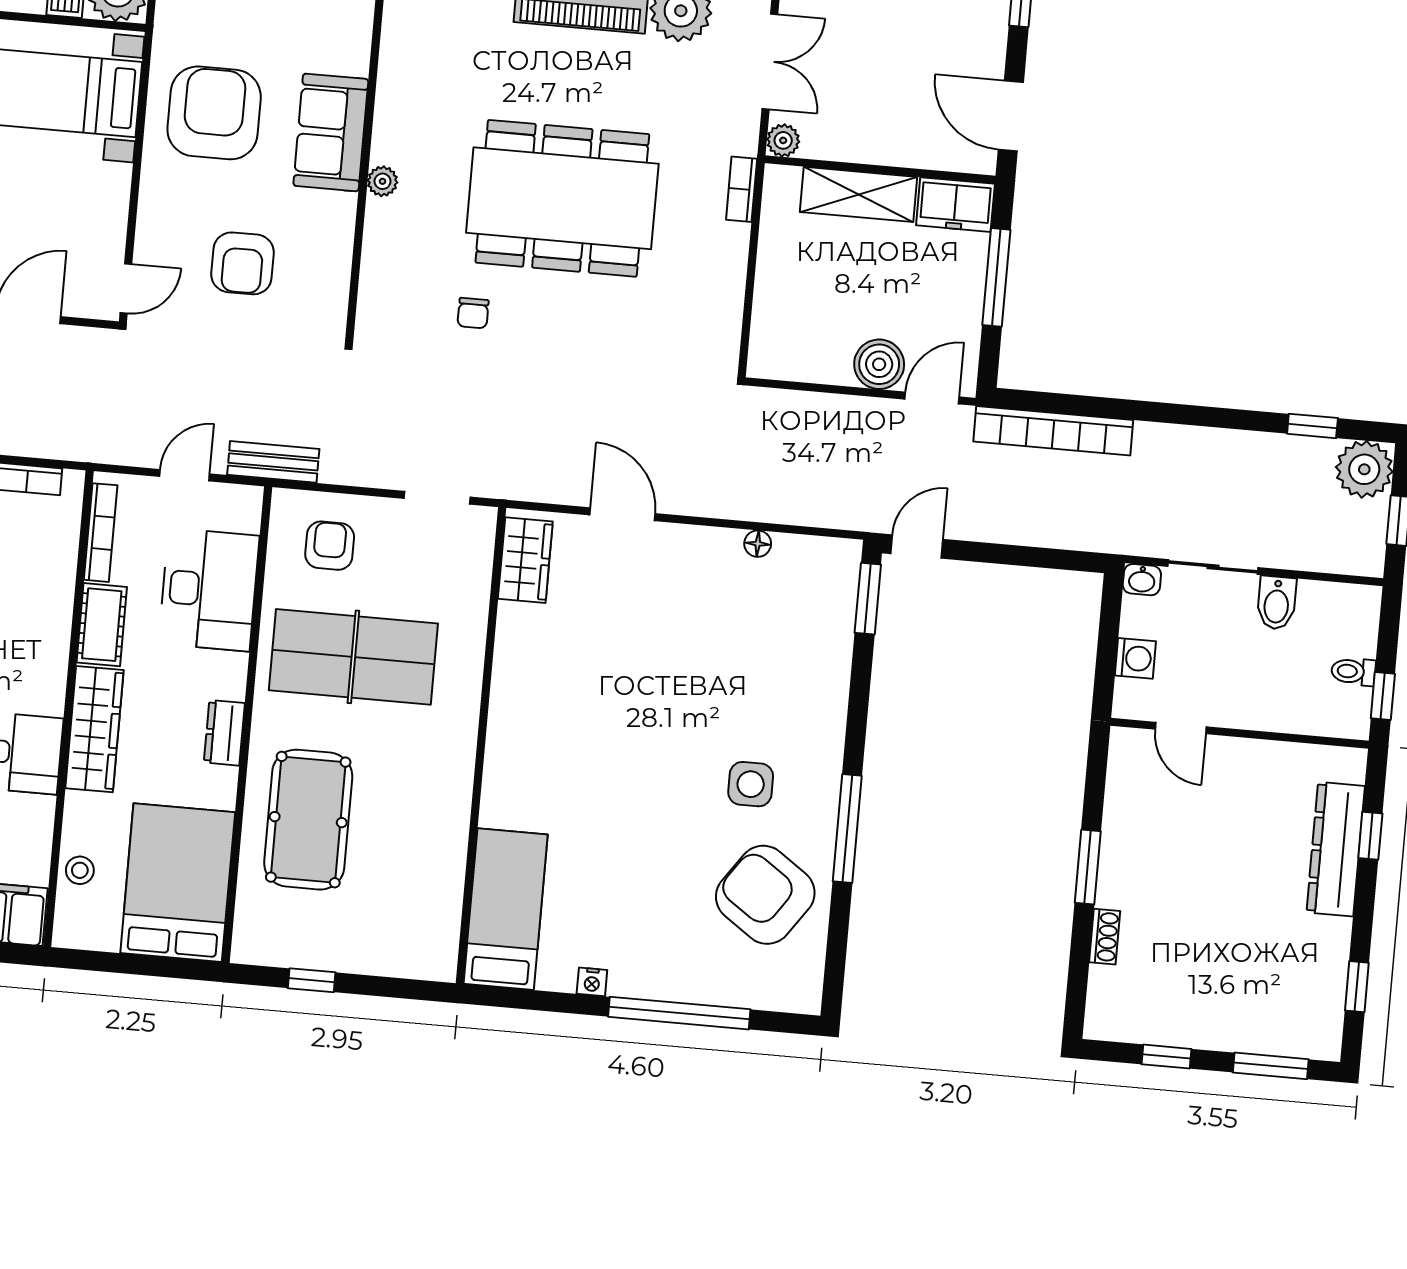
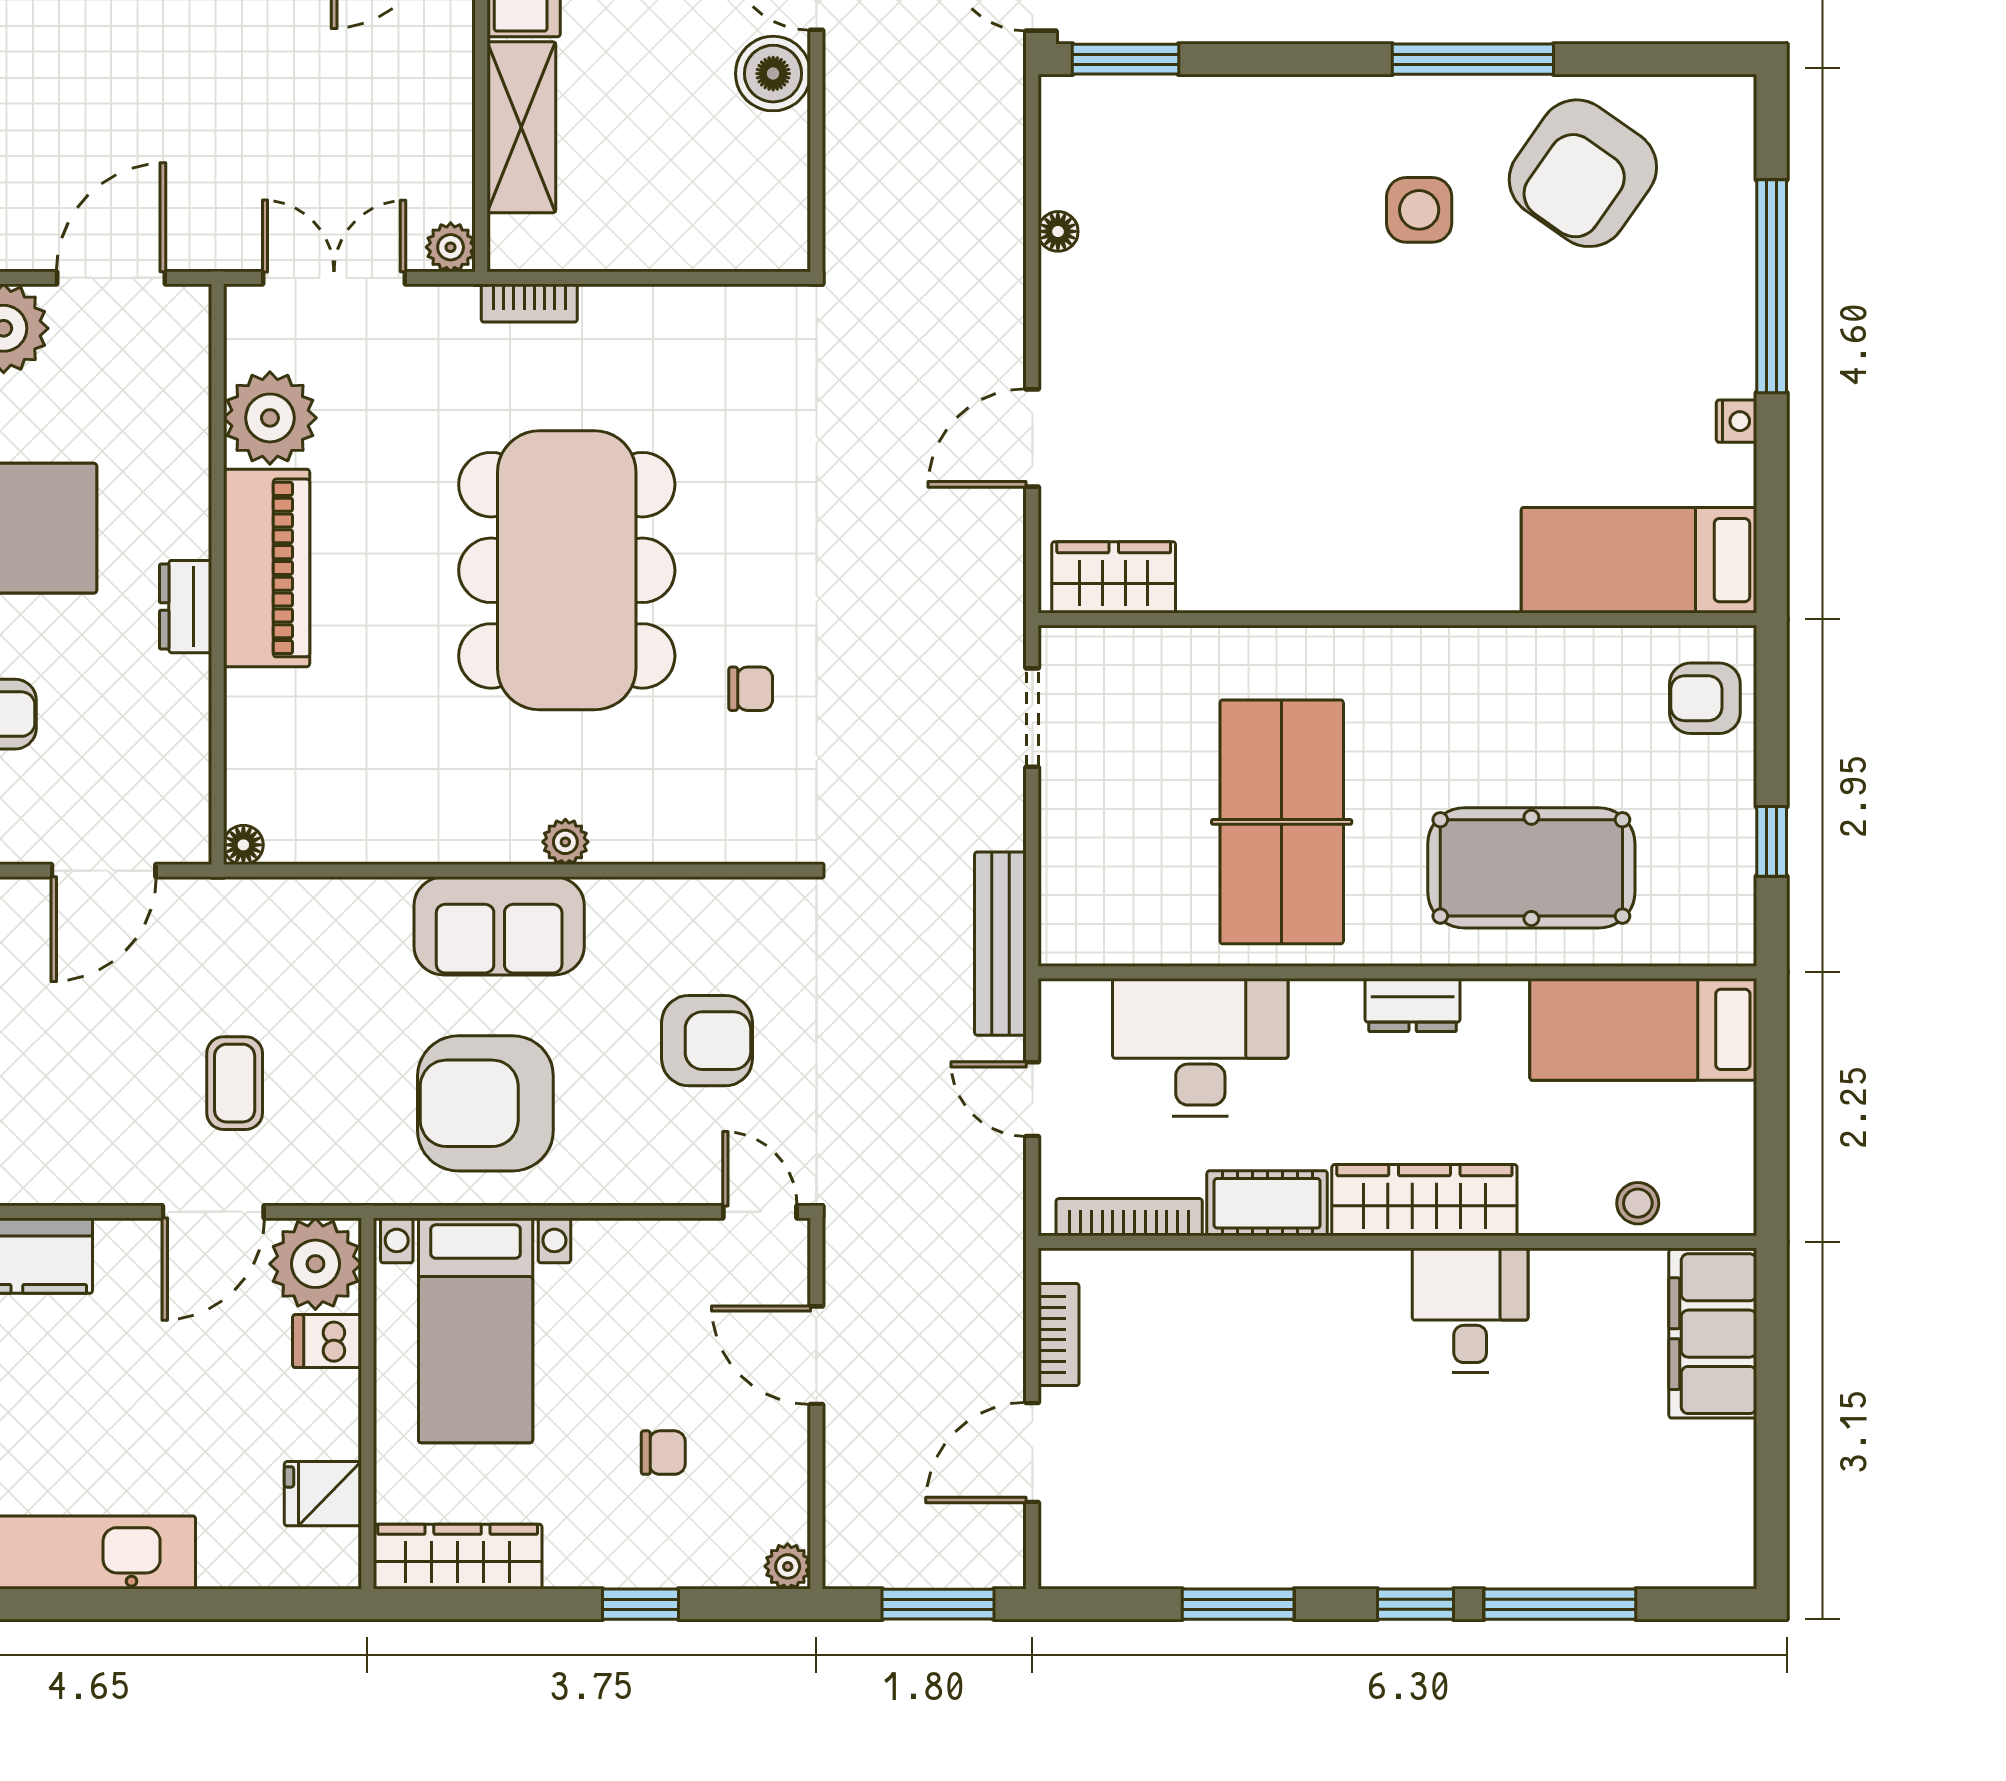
bench: (273, 462) -> (1000, 944), width x1.36
armchair: (330, 546) -> (1705, 698), moved
bed: (178, 883) -> (1643, 1029), width x0.67

